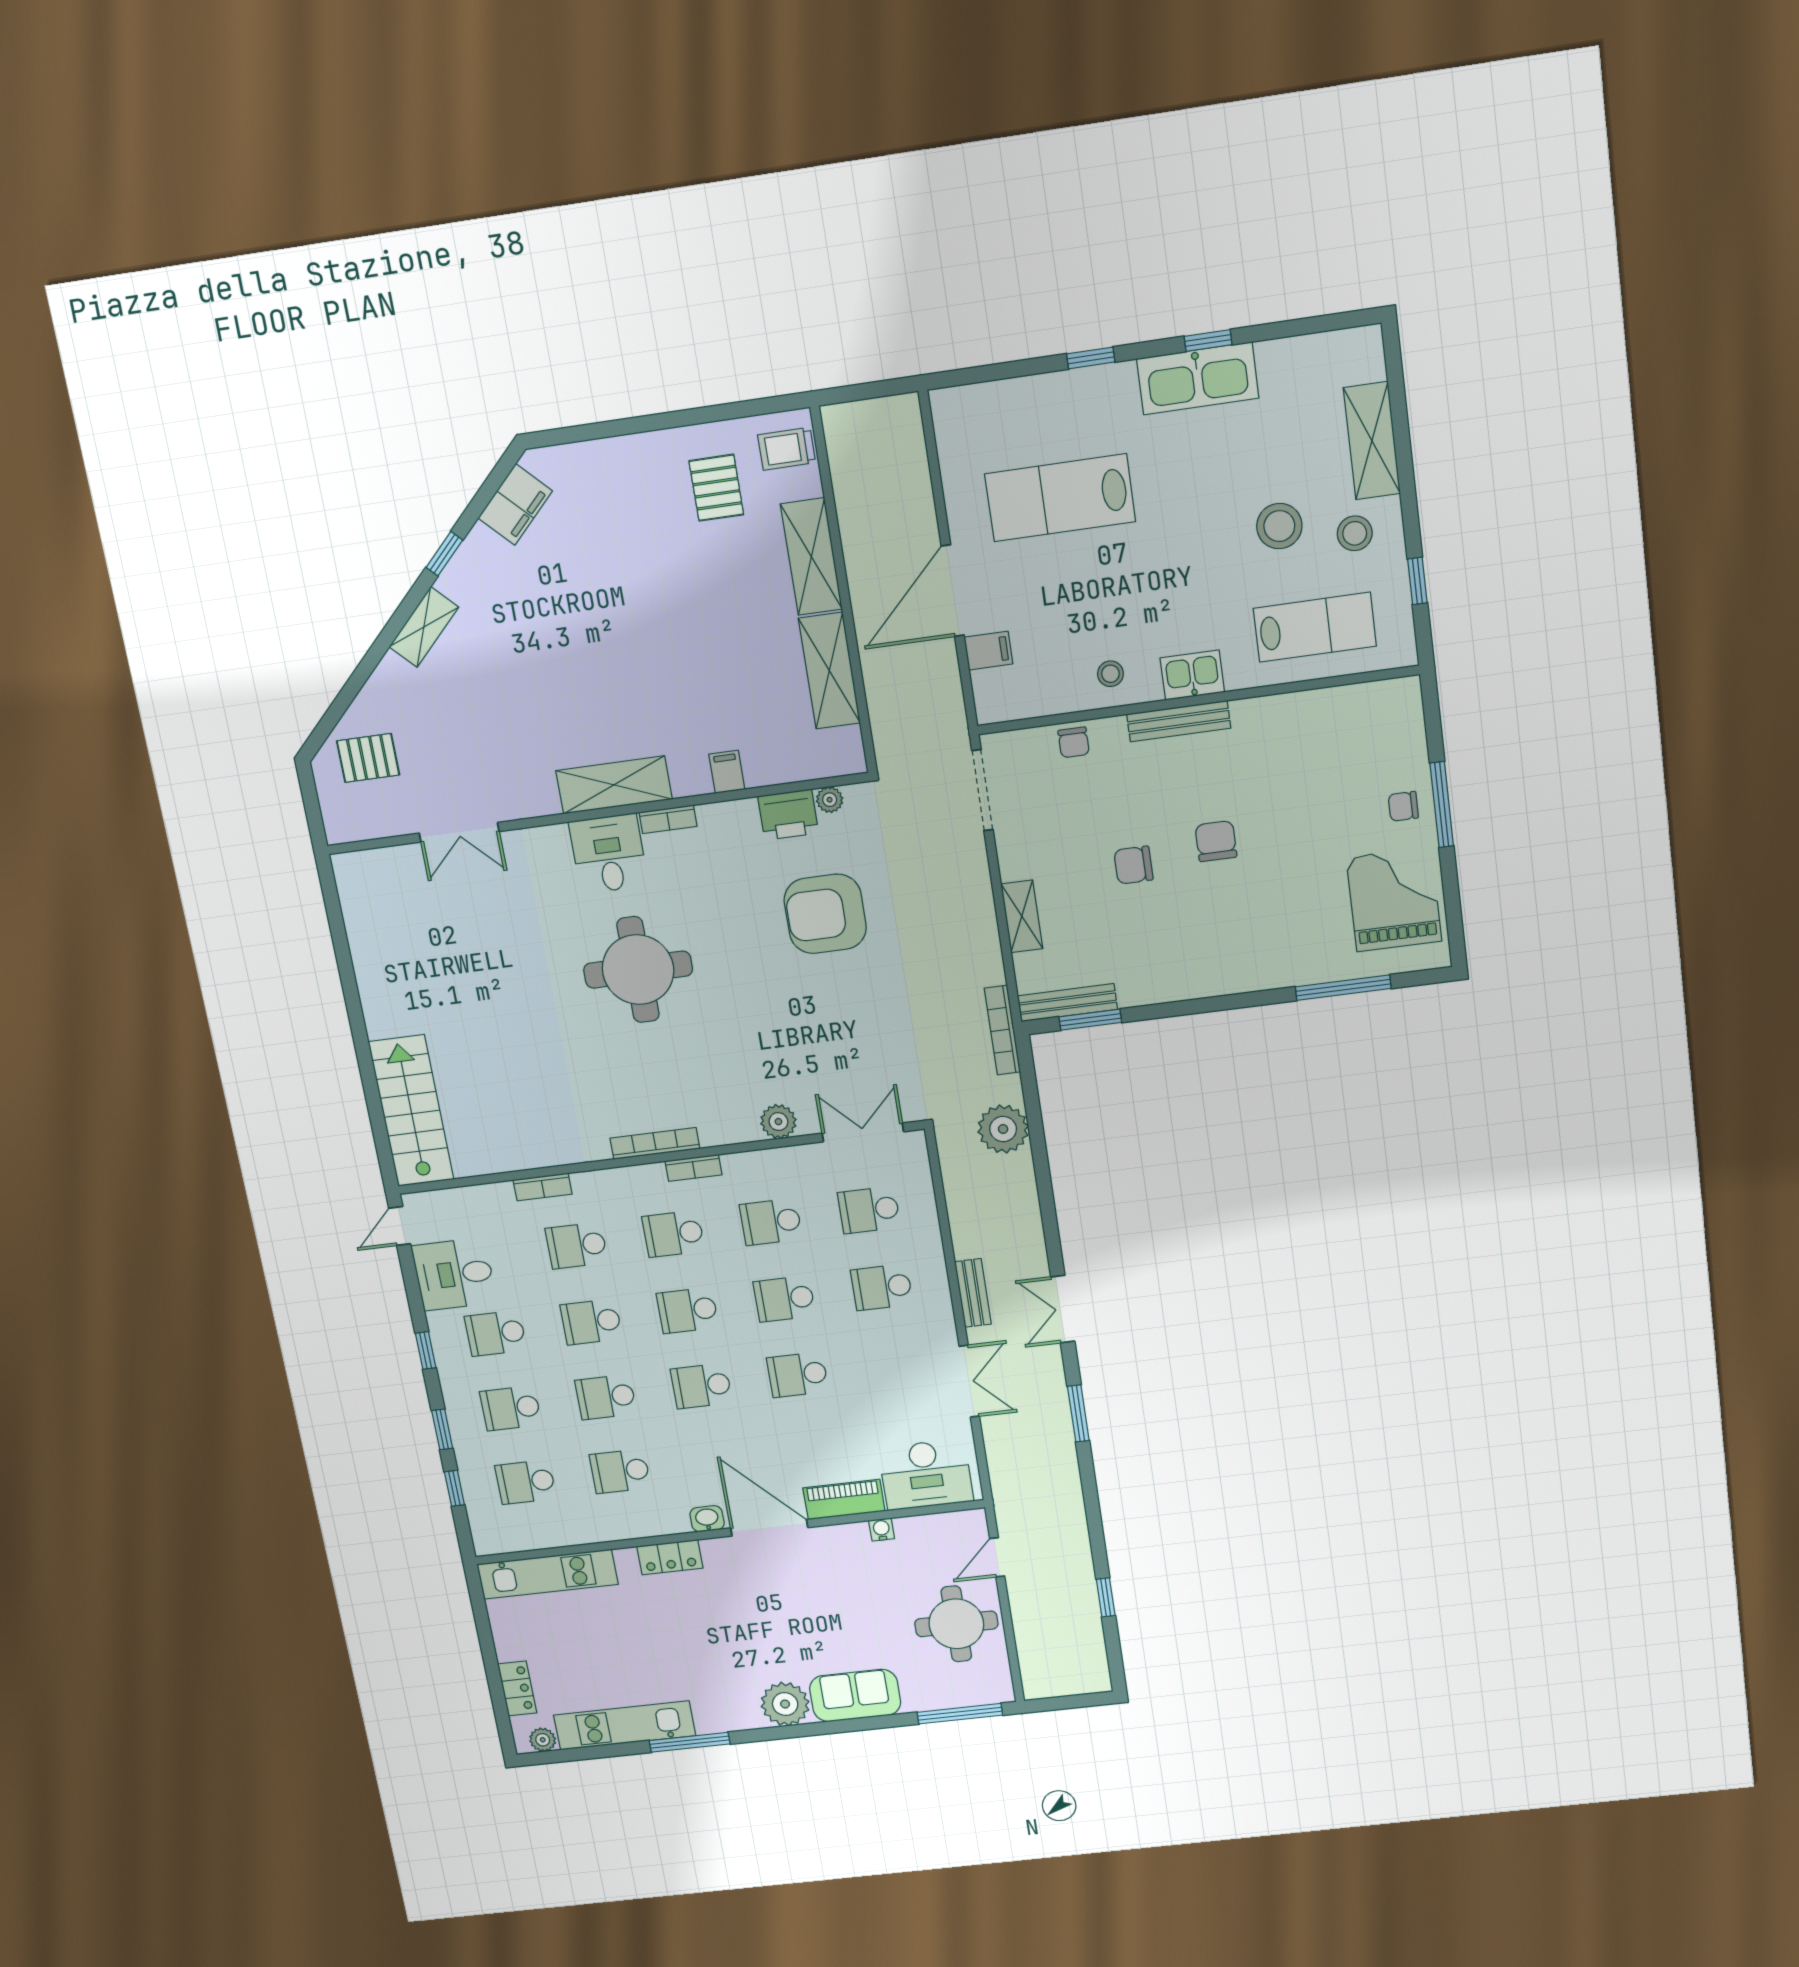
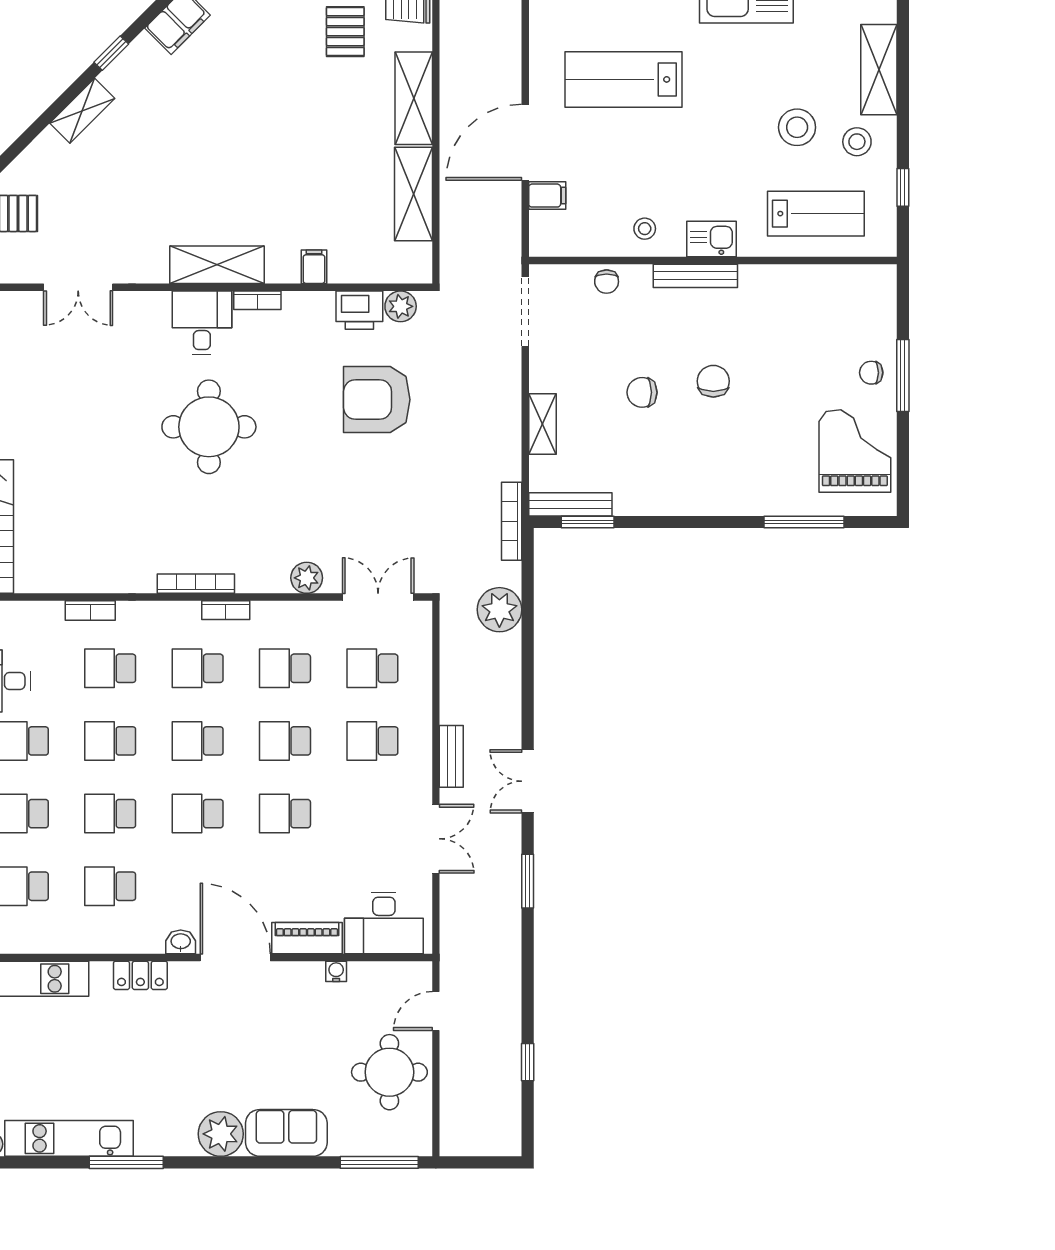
plant: (830, 800) -> (401, 306), width x1.38, depth x1.38

